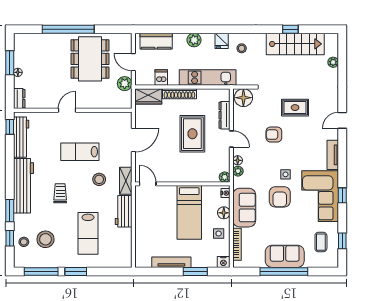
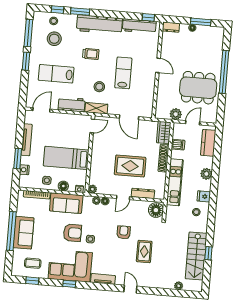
armchair: (280, 197) -> (72, 233), turned 180
door: (133, 247) -> (41, 110), added
nightstand: (223, 262) -> (24, 170), moved

